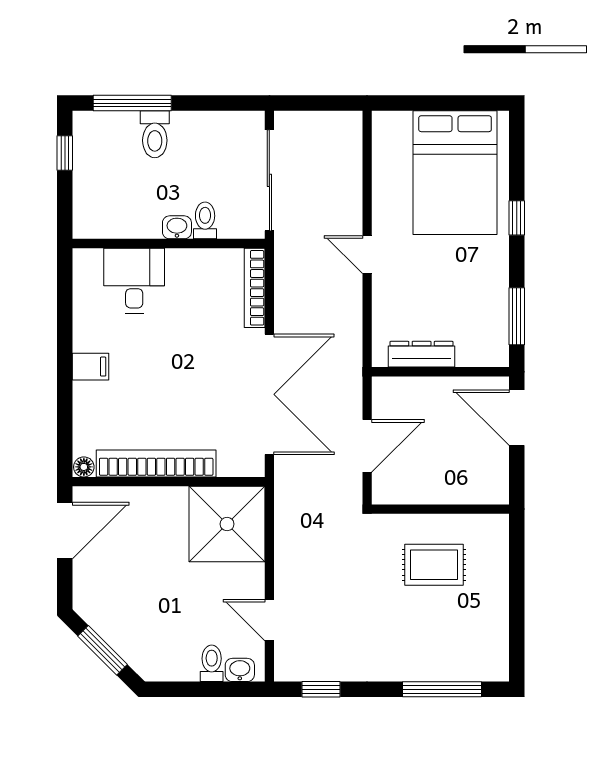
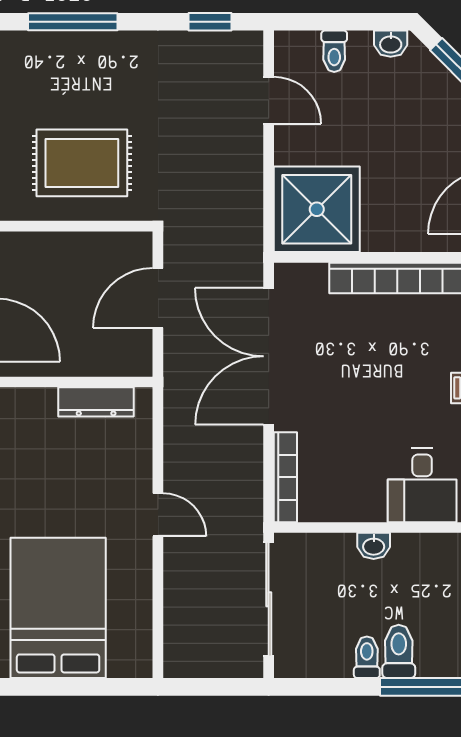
toilet: (205, 220) -> (367, 657), moved, turned 180
rug: (434, 565) -> (82, 163), width x1.36, depth x1.43
washbasin: (240, 670) -> (391, 44), moved

